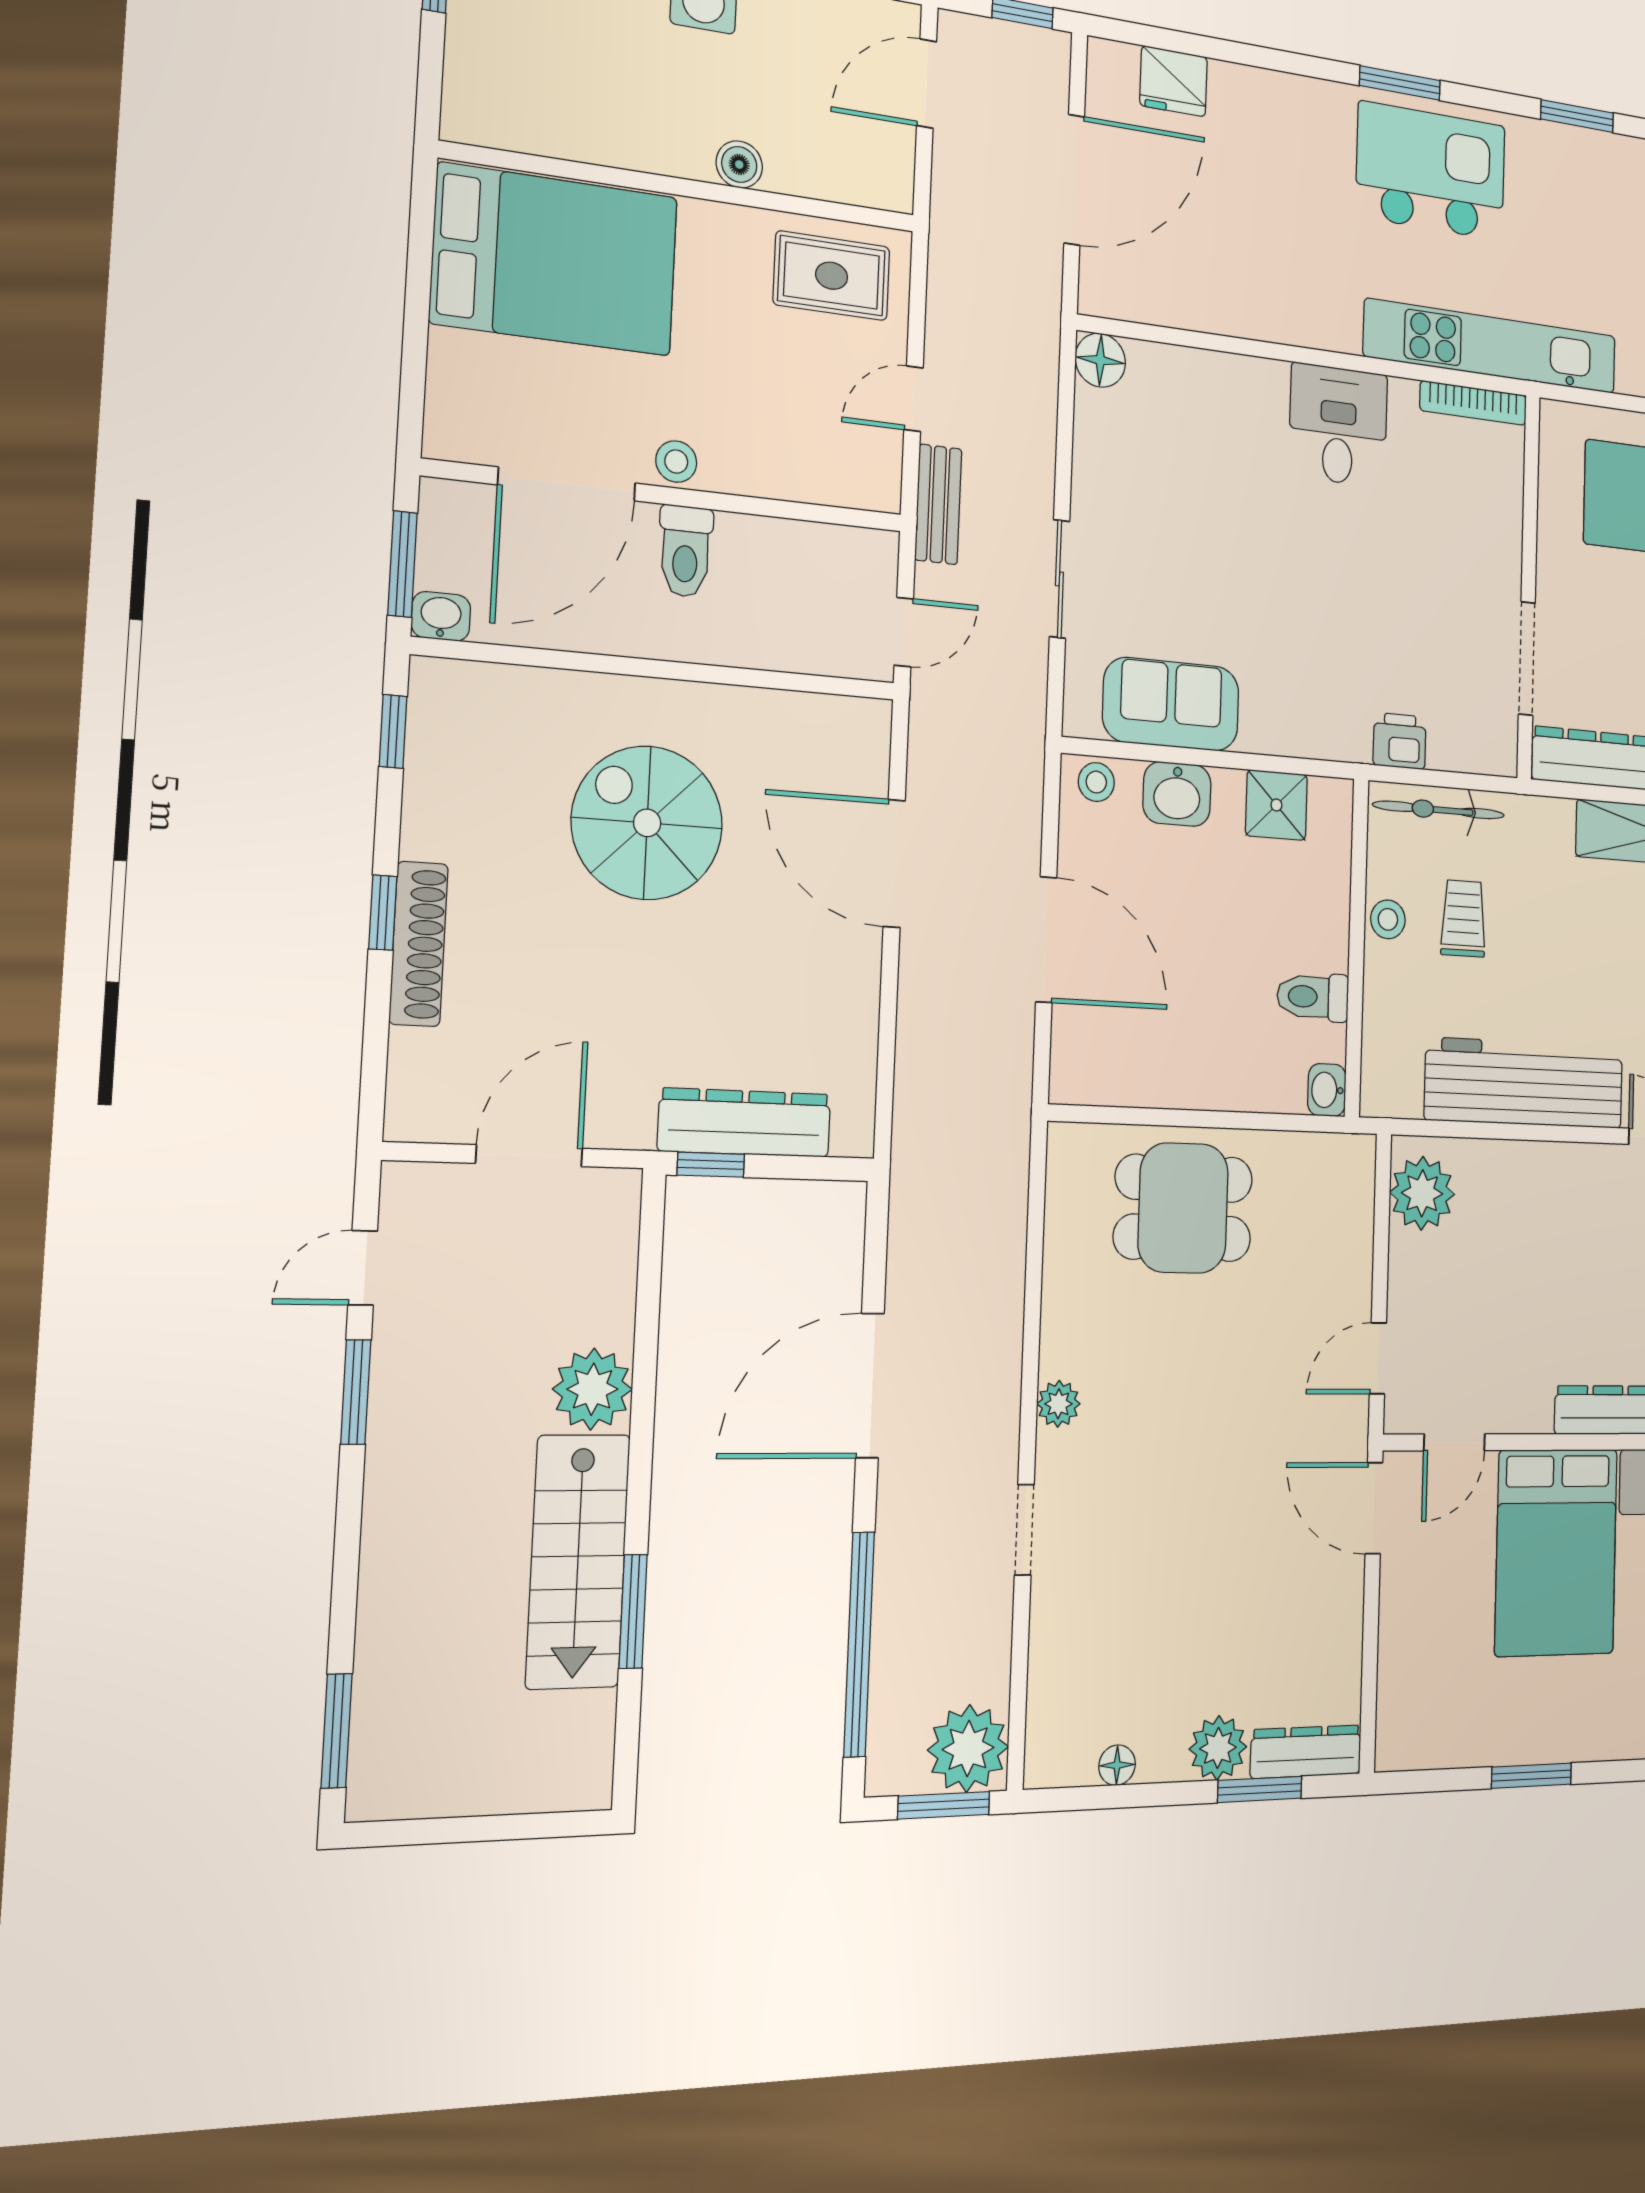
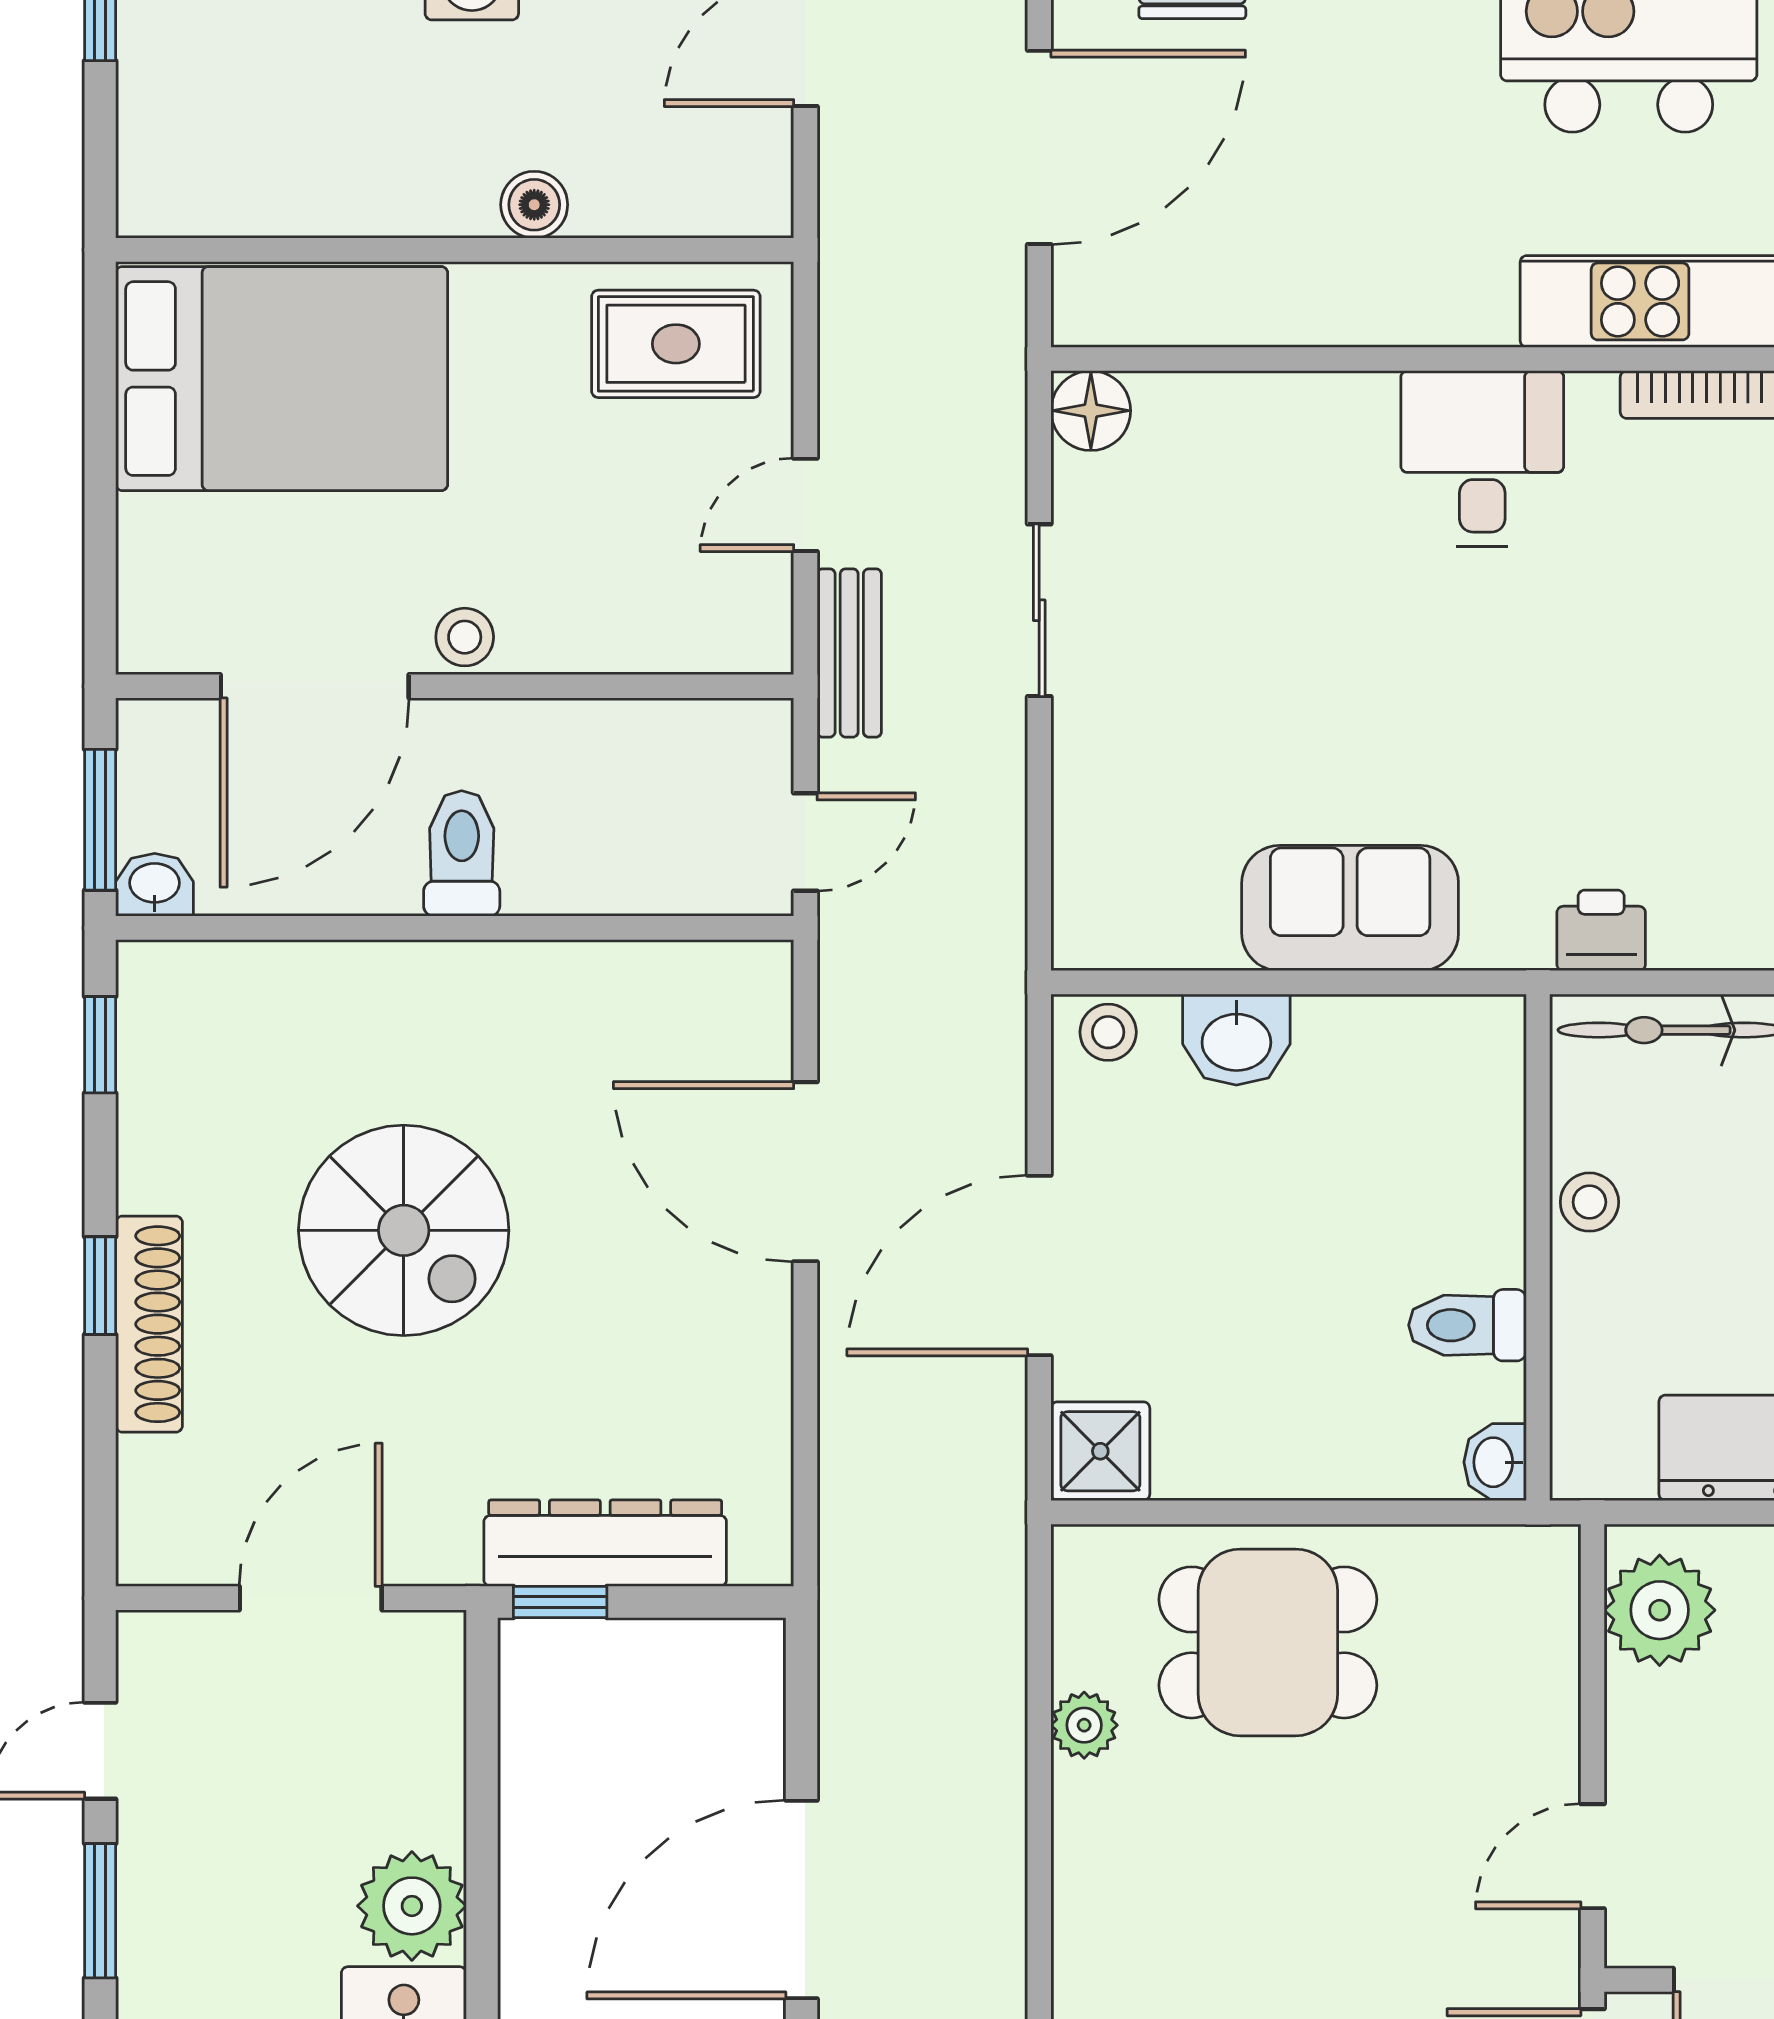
toilet: (685, 551) -> (462, 853), moved, turned 180
sliding door: (1059, 579) -> (1039, 610), moved
sofa: (1171, 704) -> (1350, 908), moved
shower: (1276, 805) -> (1100, 1451), moved
spiral stairs: (647, 823) -> (404, 1230), moved, turned 180
trolley: (1463, 918) -> (1718, 1193), removed
door: (1046, 940) -> (1039, 1266), swing flipped
plant: (1058, 1404) -> (1084, 1725), moved

